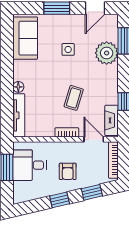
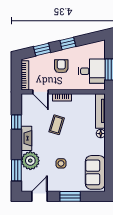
fireplace: (112, 120) -> (26, 138), moved

